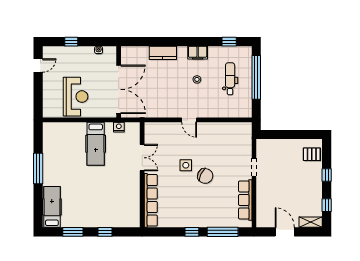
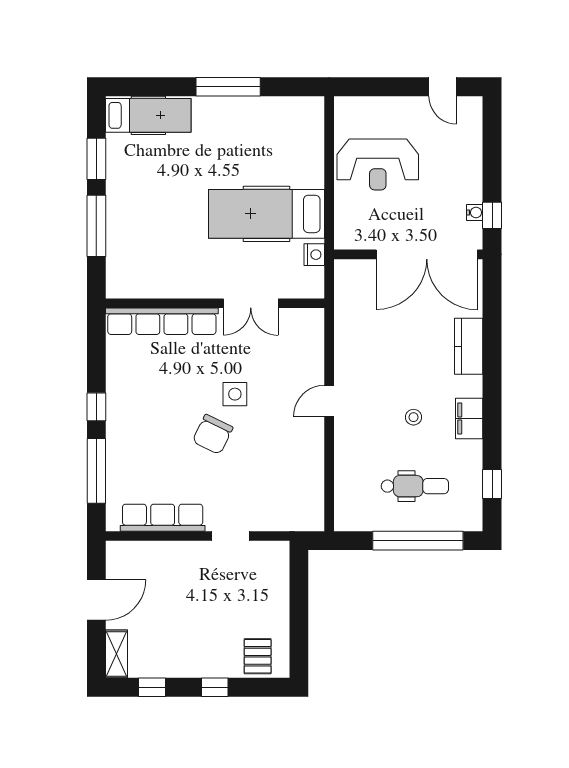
window: (71, 42) -> (492, 215), moved
double door: (119, 89) -> (427, 254), moved
hospital bed: (96, 144) -> (267, 214), width x1.37, depth x1.29
window: (105, 232) -> (96, 226), width x2.17

